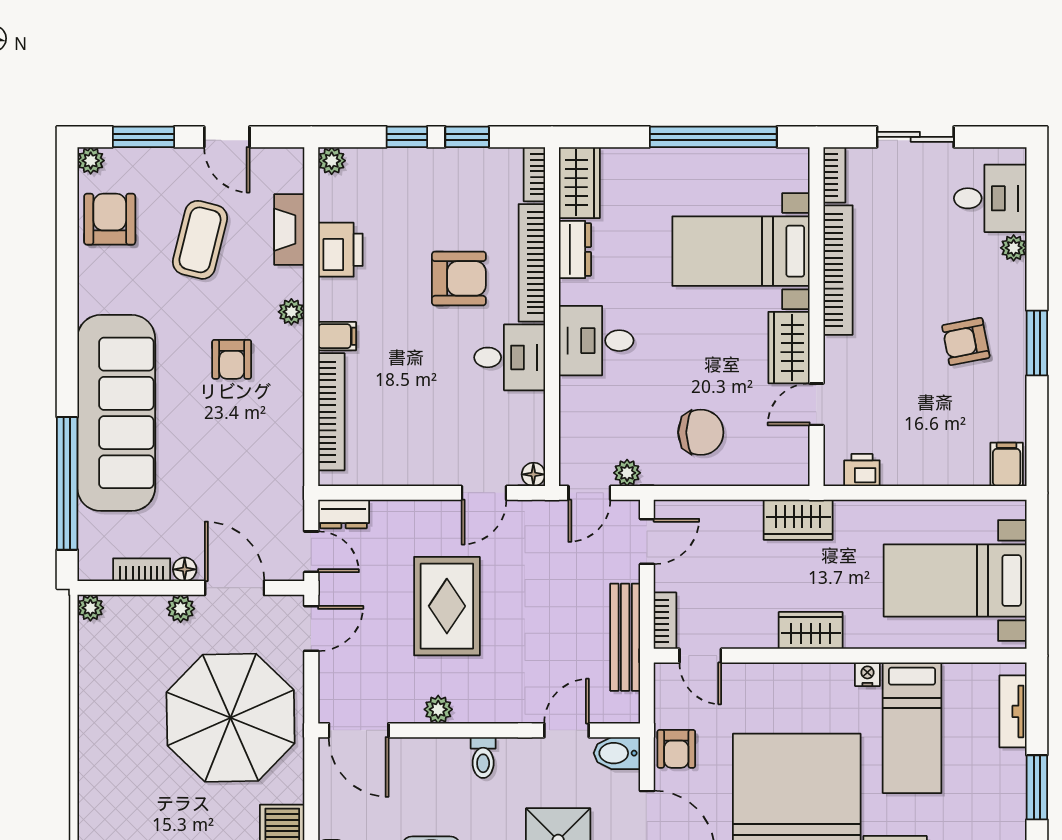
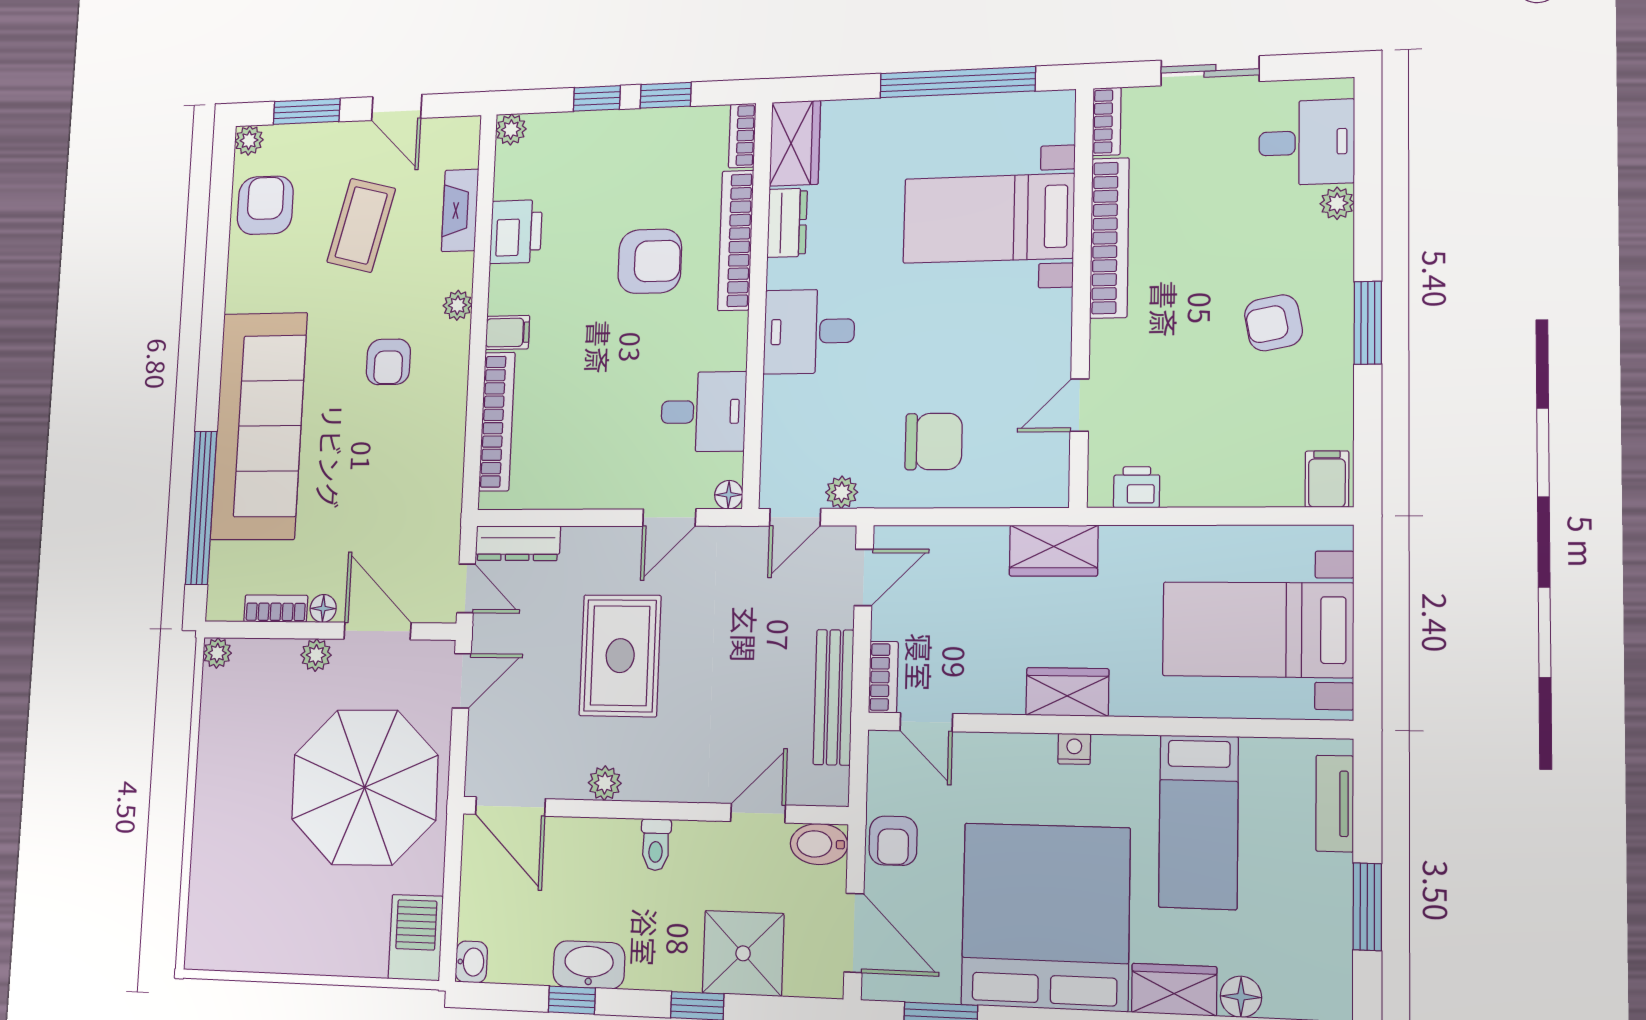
wardrobe: (789, 348) -> (1046, 335), removed
desk: (510, 357) -> (703, 412), moved
dresser: (344, 514) -> (518, 543), width x1.44
nightstand: (867, 674) -> (1074, 749), moved

